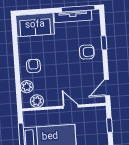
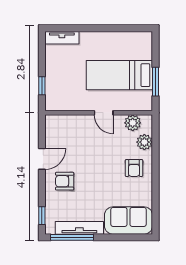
window: (104, 43) -> (42, 216), moved
door: (107, 88) -> (42, 159), moved
door: (71, 107) -> (104, 113), moved

